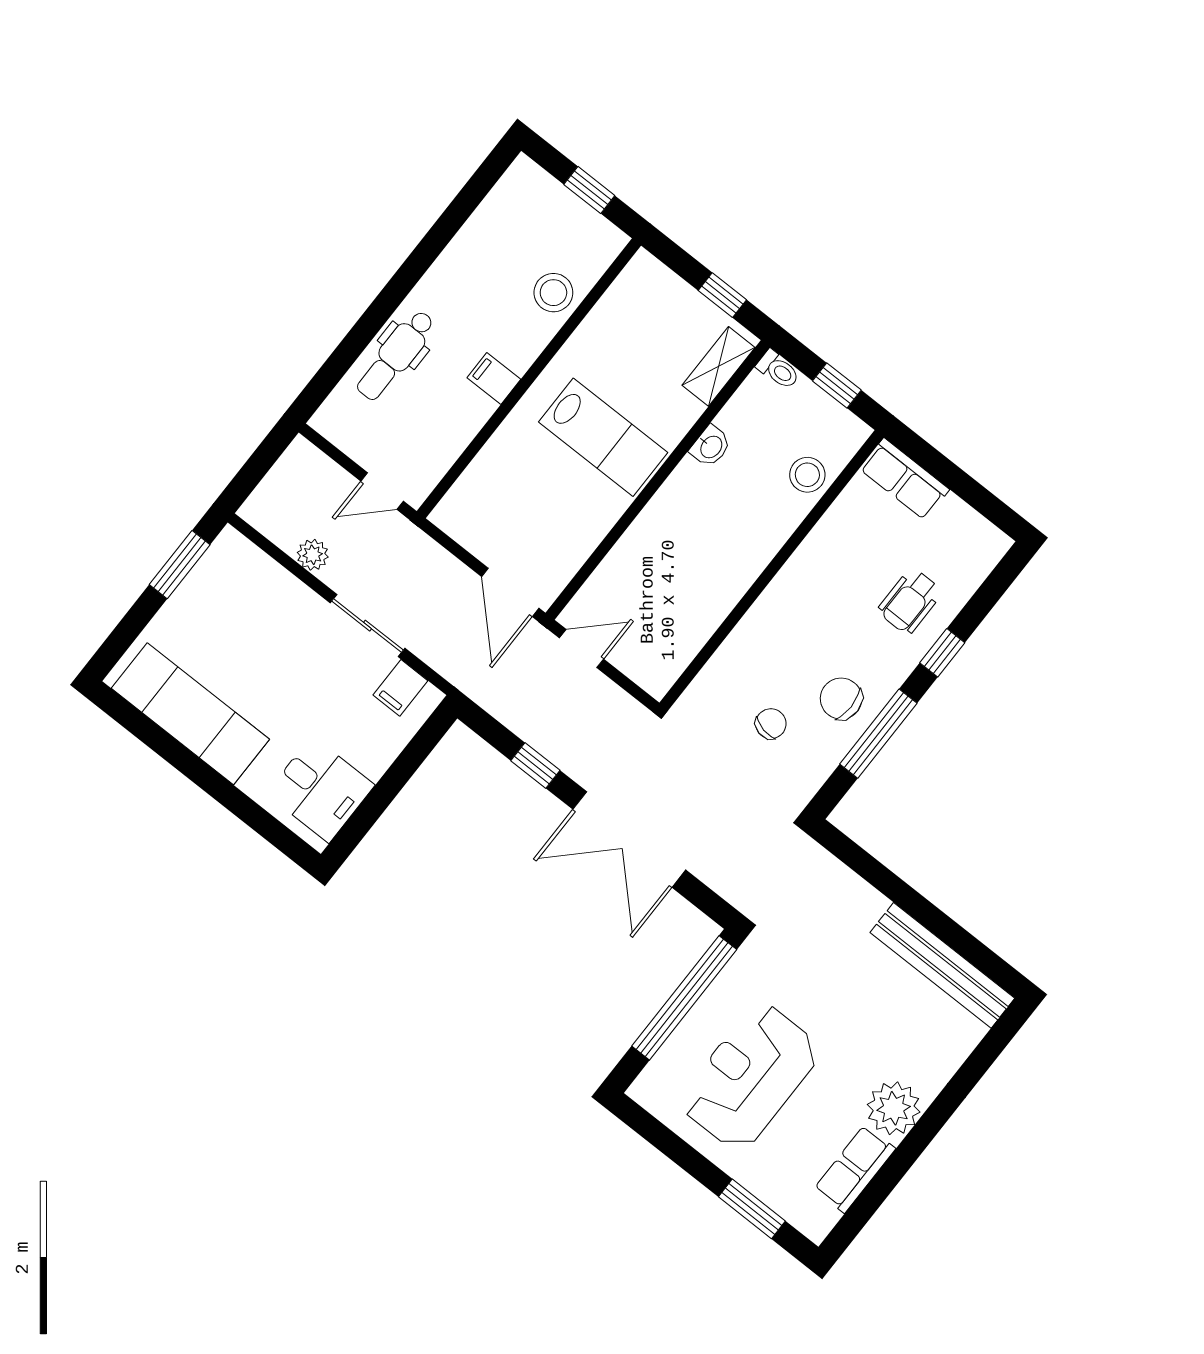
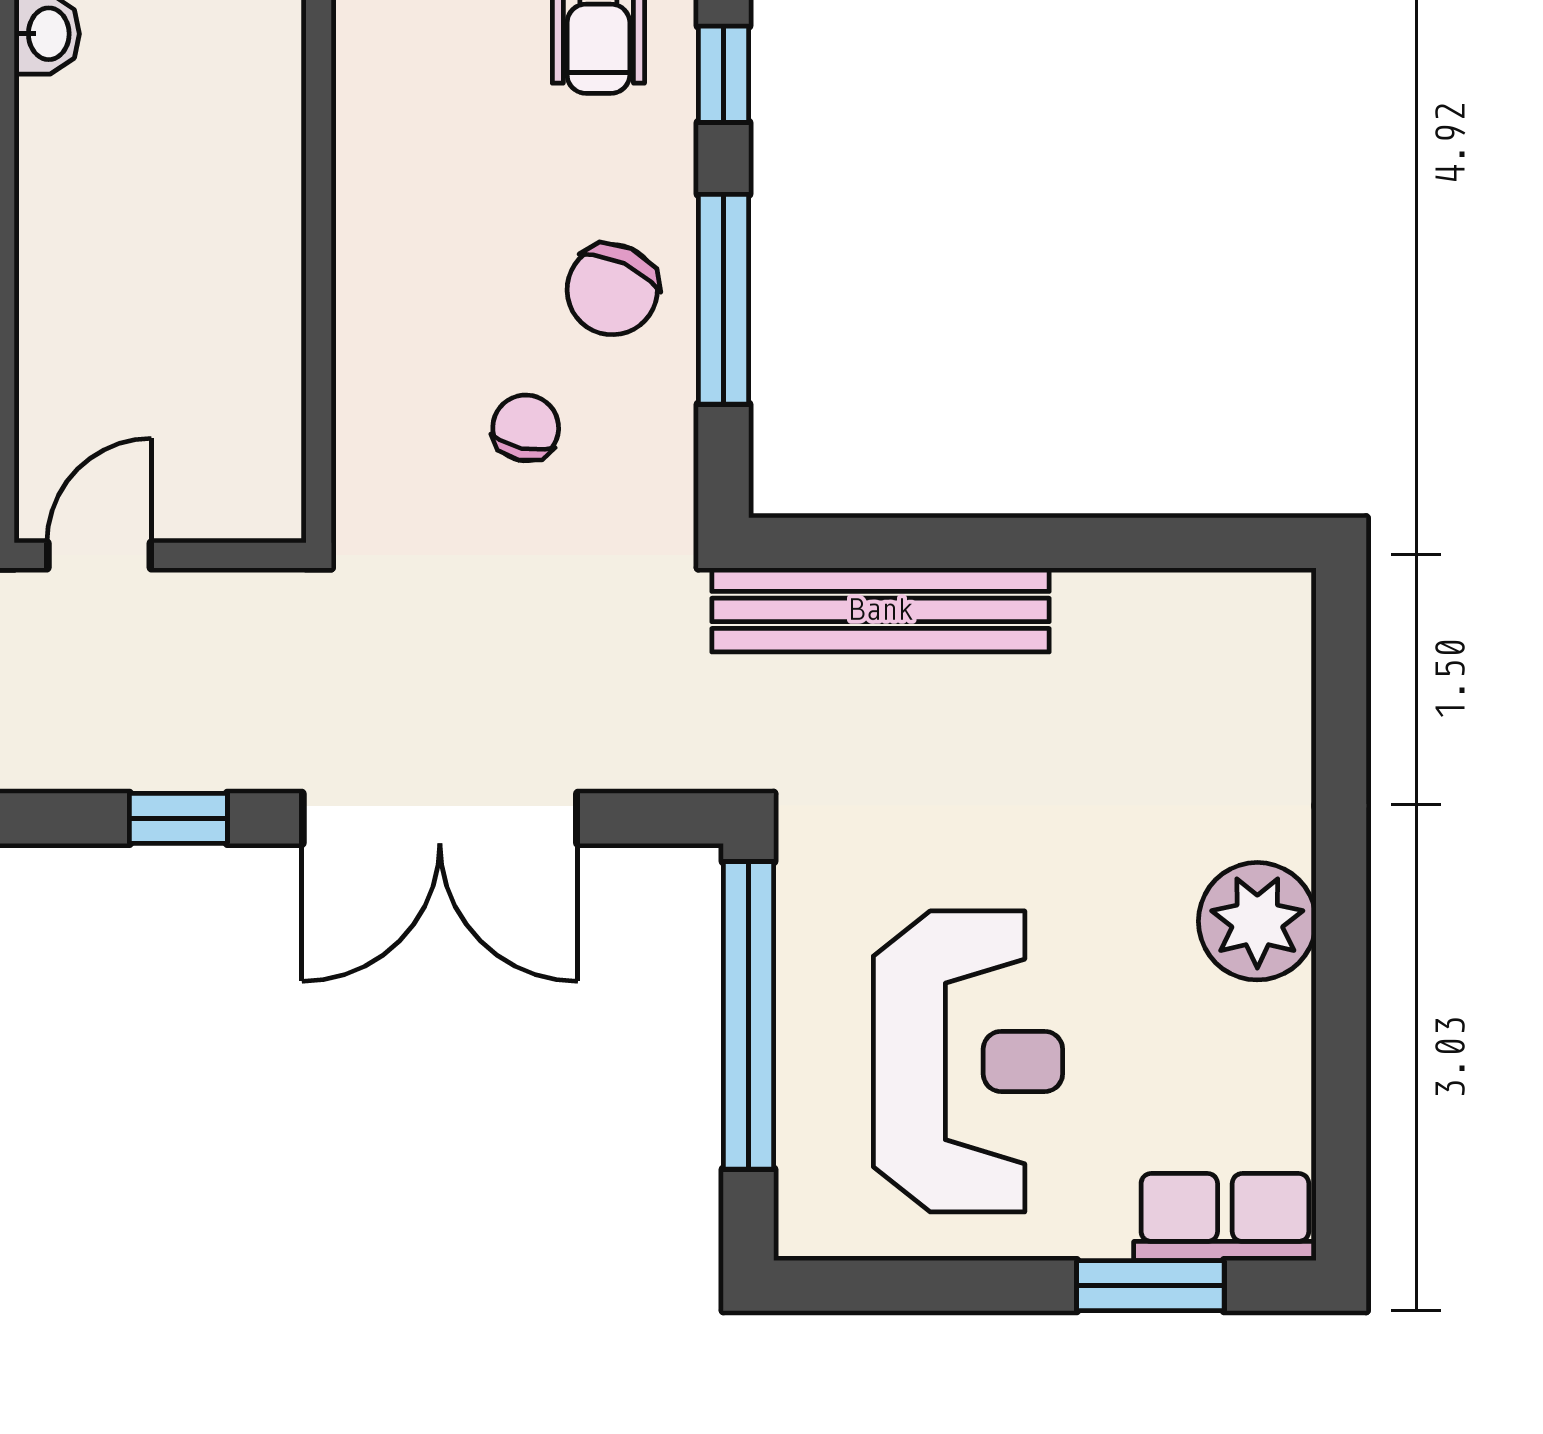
chair: (841, 699) -> (612, 290), turned -65
bench: (942, 965) -> (881, 610), moved
reception desk: (750, 1077) -> (968, 1061), turned 180
row of seats: (855, 1169) -> (1225, 1217), moved, turned 90

